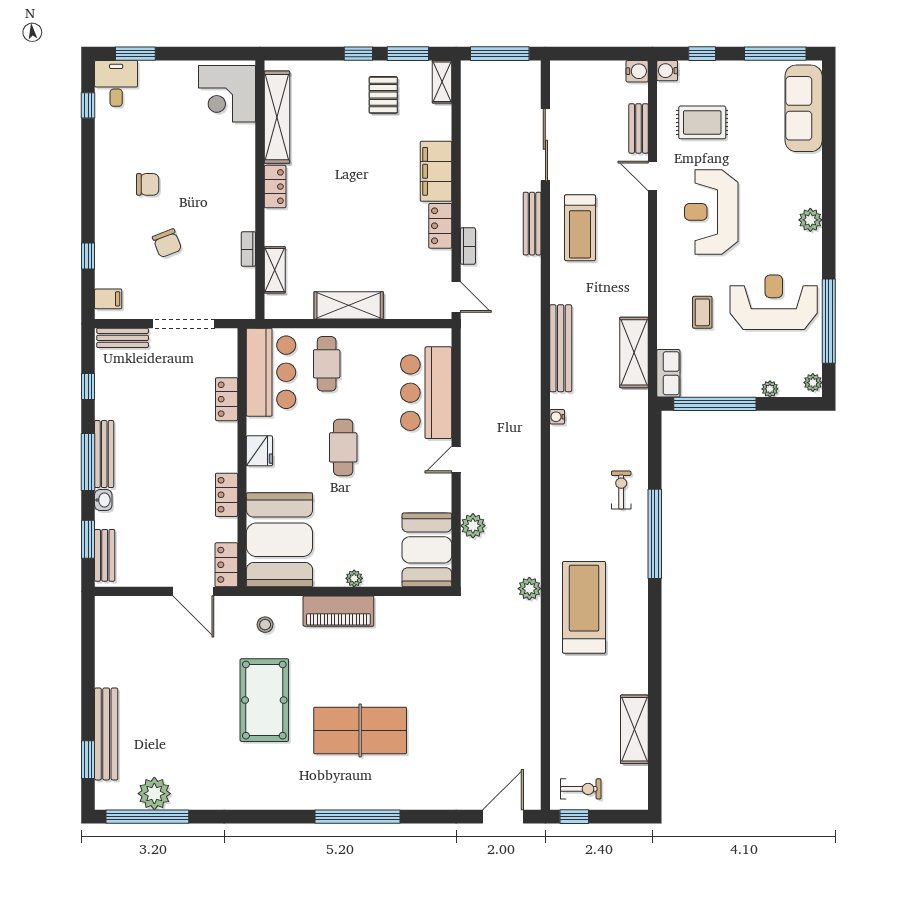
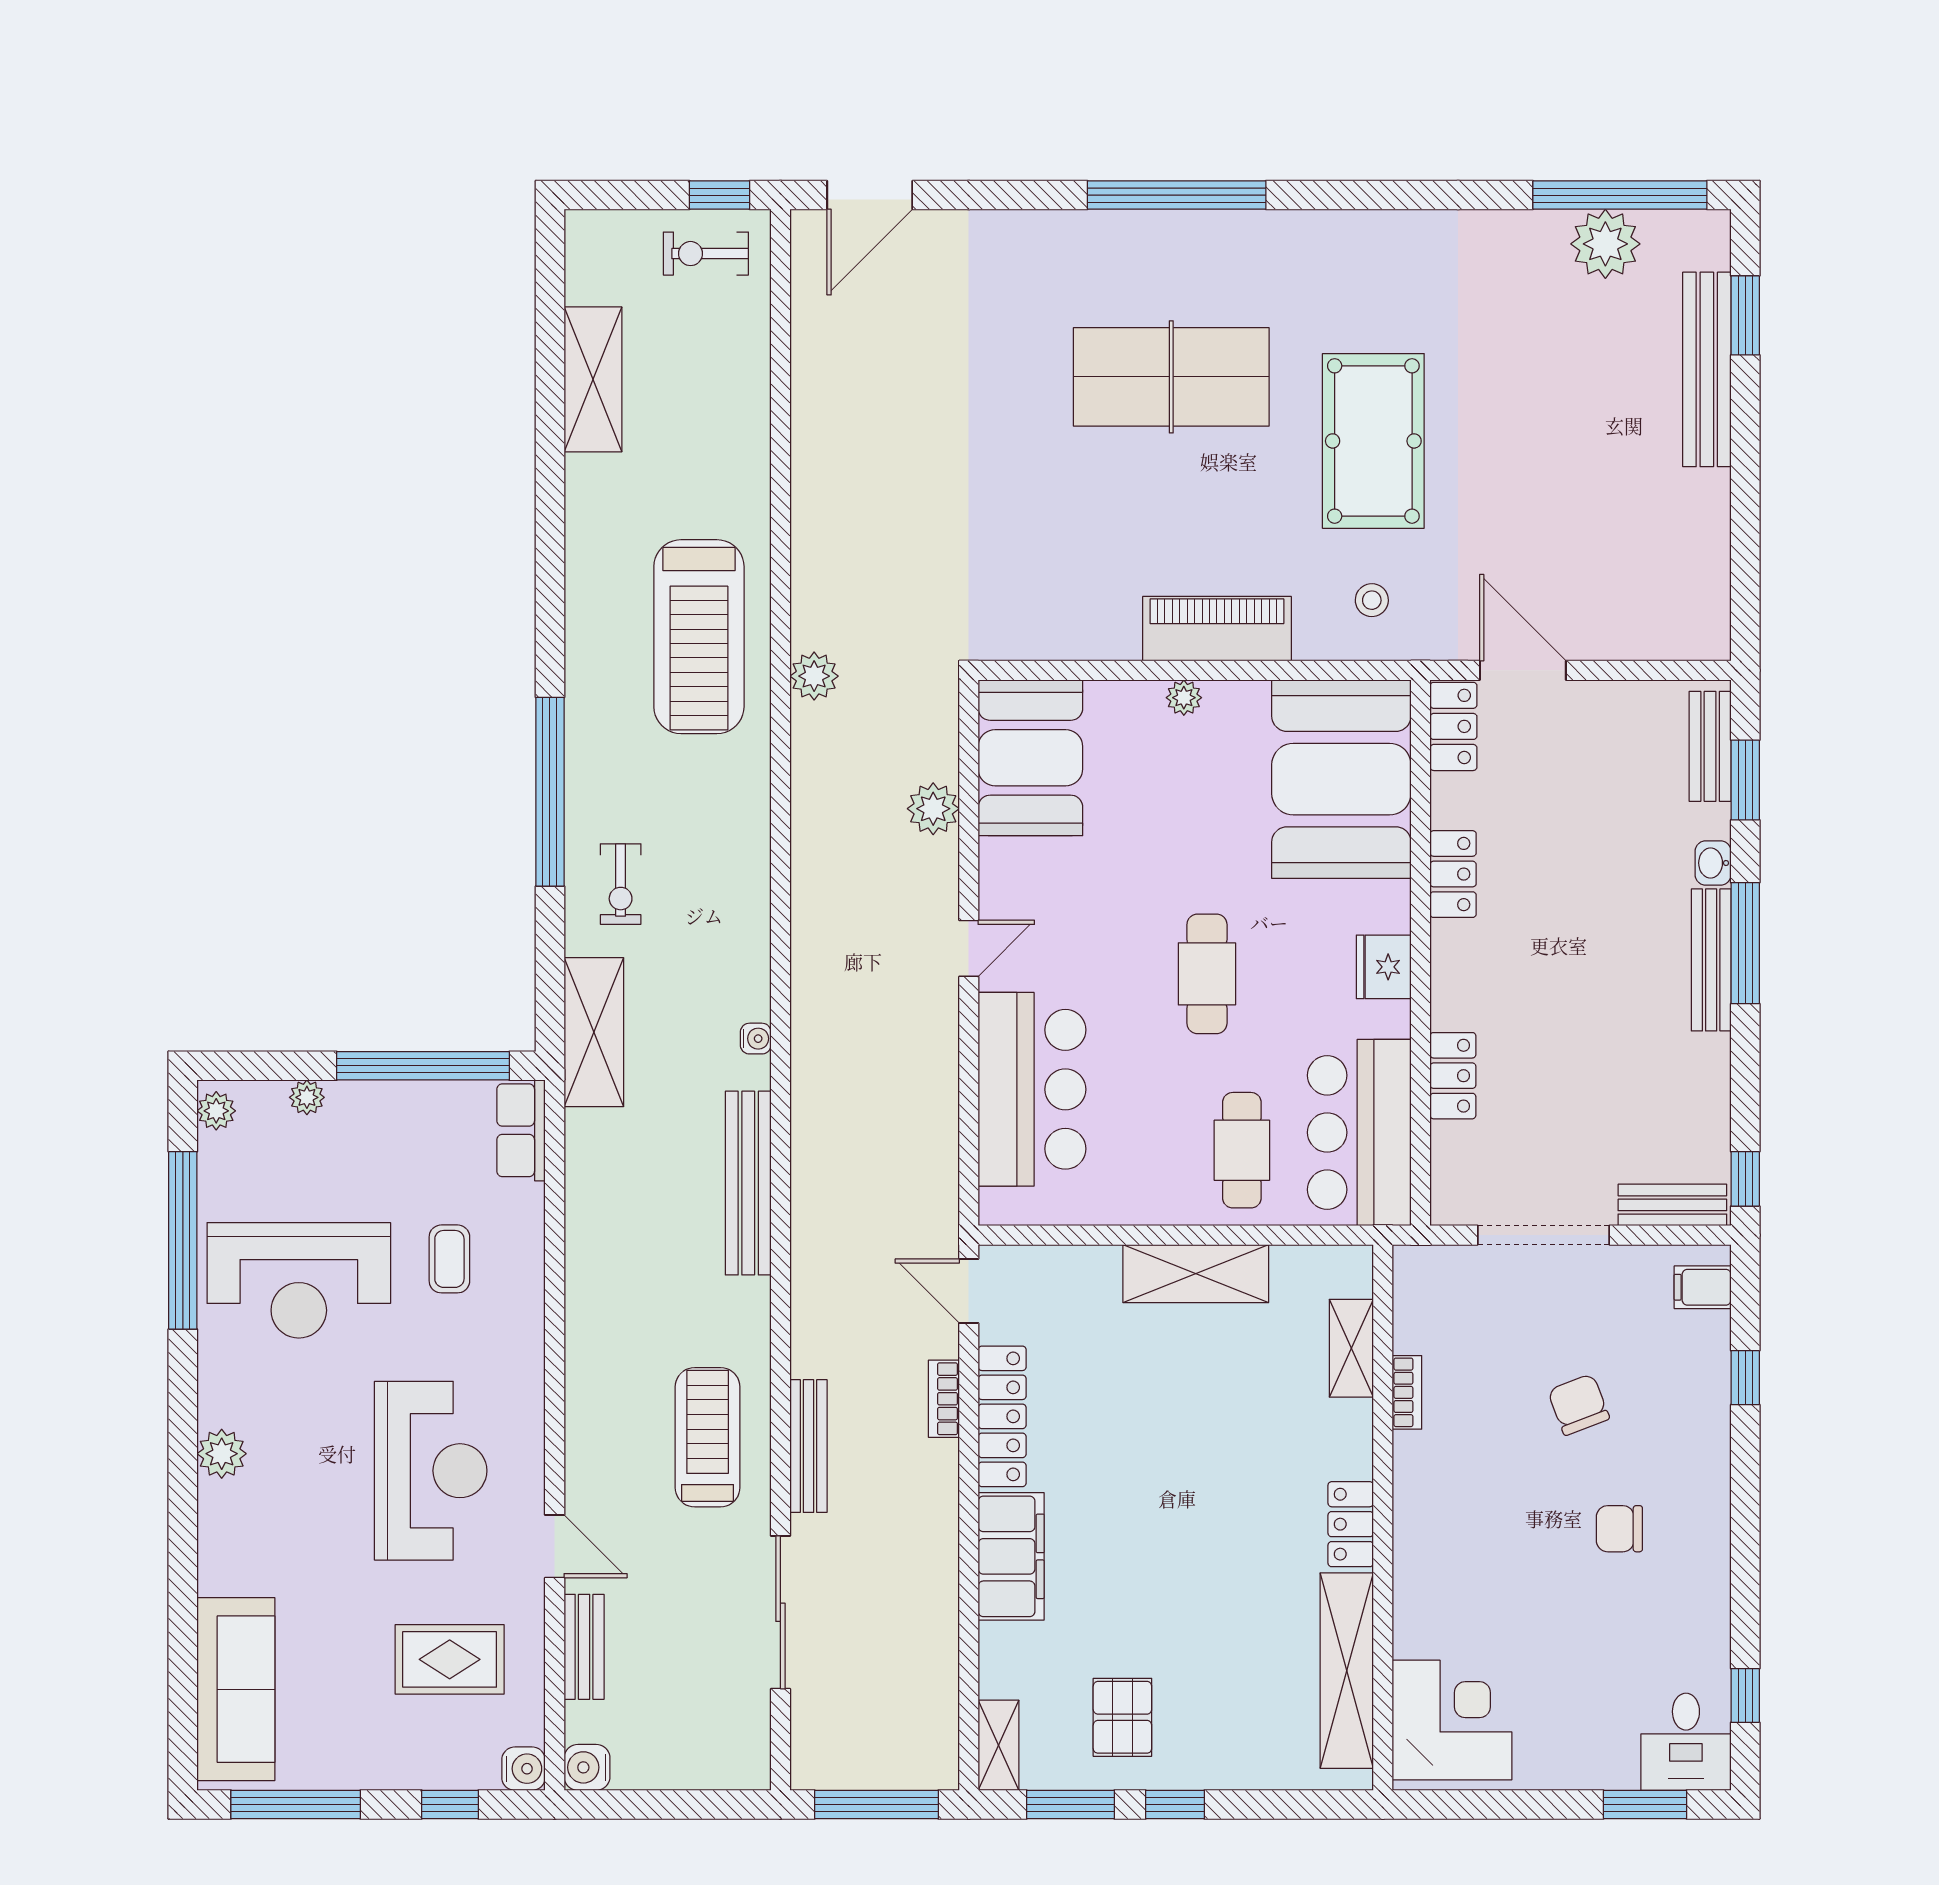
locker: (440, 226) -> (1002, 1416), width x1.53
shelving: (634, 352) -> (594, 1032), moved
window: (88, 387) -> (1745, 1179), moved

